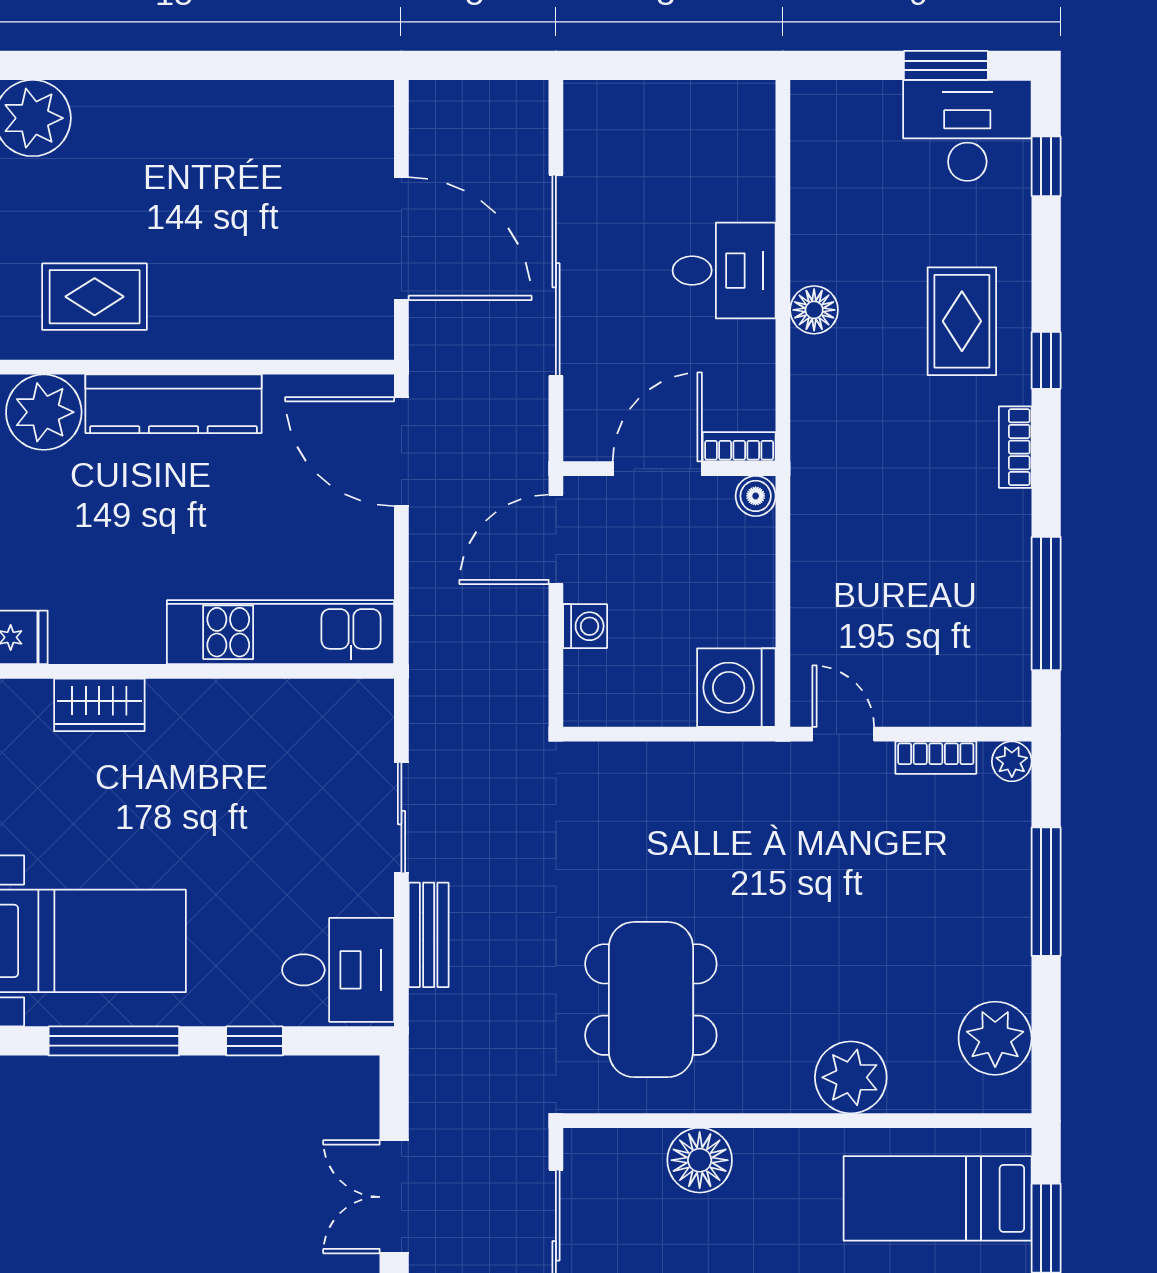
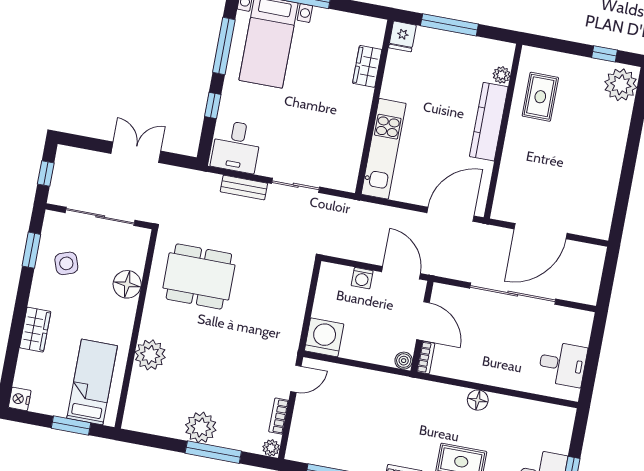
desk: (724, 271) -> (563, 364), moved, turned -90
plant: (44, 412) -> (501, 75), width x0.53, depth x0.53
plant: (995, 1038) -> (201, 427), moved

